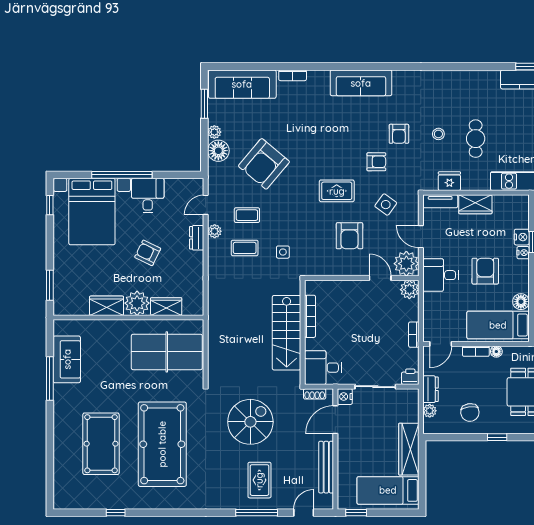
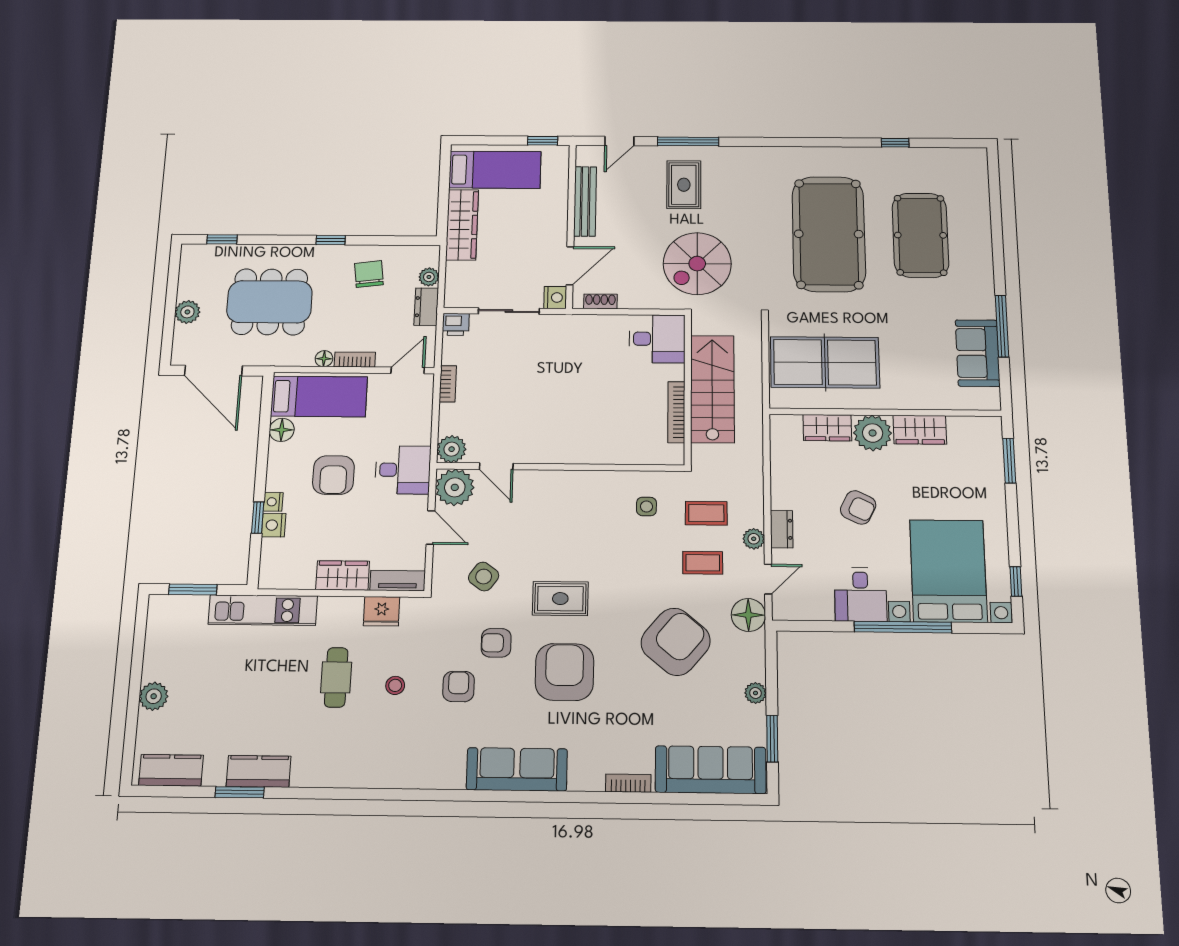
floor lamp: (218, 151) -> (748, 615), moved
armchair: (350, 236) -> (565, 672), moved, width x1.36, depth x1.36
bookcase: (310, 316) -> (676, 412), moved
wall: (303, 332) -> (688, 389), moved
stairs: (287, 333) -> (712, 389), moved
desk: (323, 368) -> (657, 339), moved

